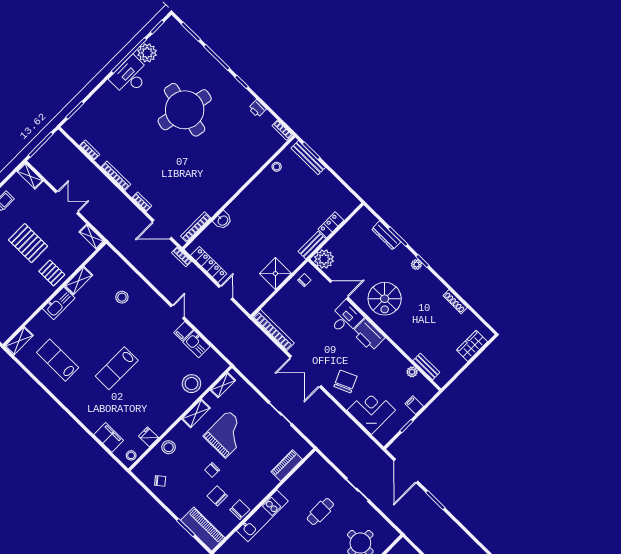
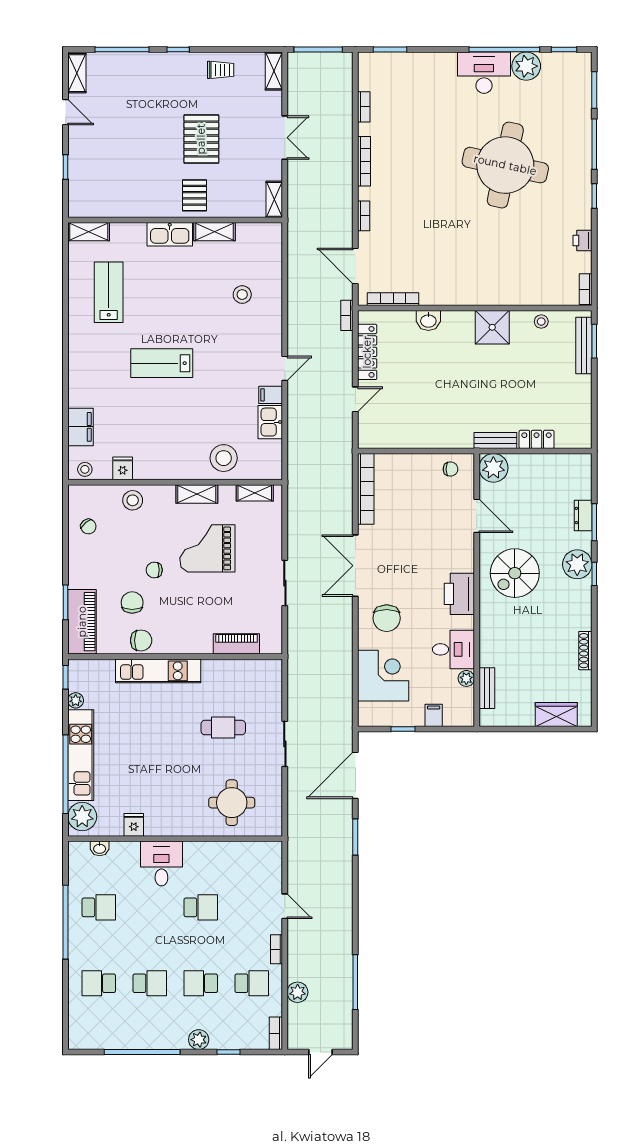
dresser: (386, 235) -> (583, 515), width x0.70
plant: (416, 265) -> (577, 564), width x1.88, depth x1.88
shower: (275, 274) -> (492, 327), moved
desk: (345, 318) -> (453, 649), moved
chair: (345, 381) -> (387, 618), turned 114
grand piano: (227, 434) -> (207, 548), turned 180

